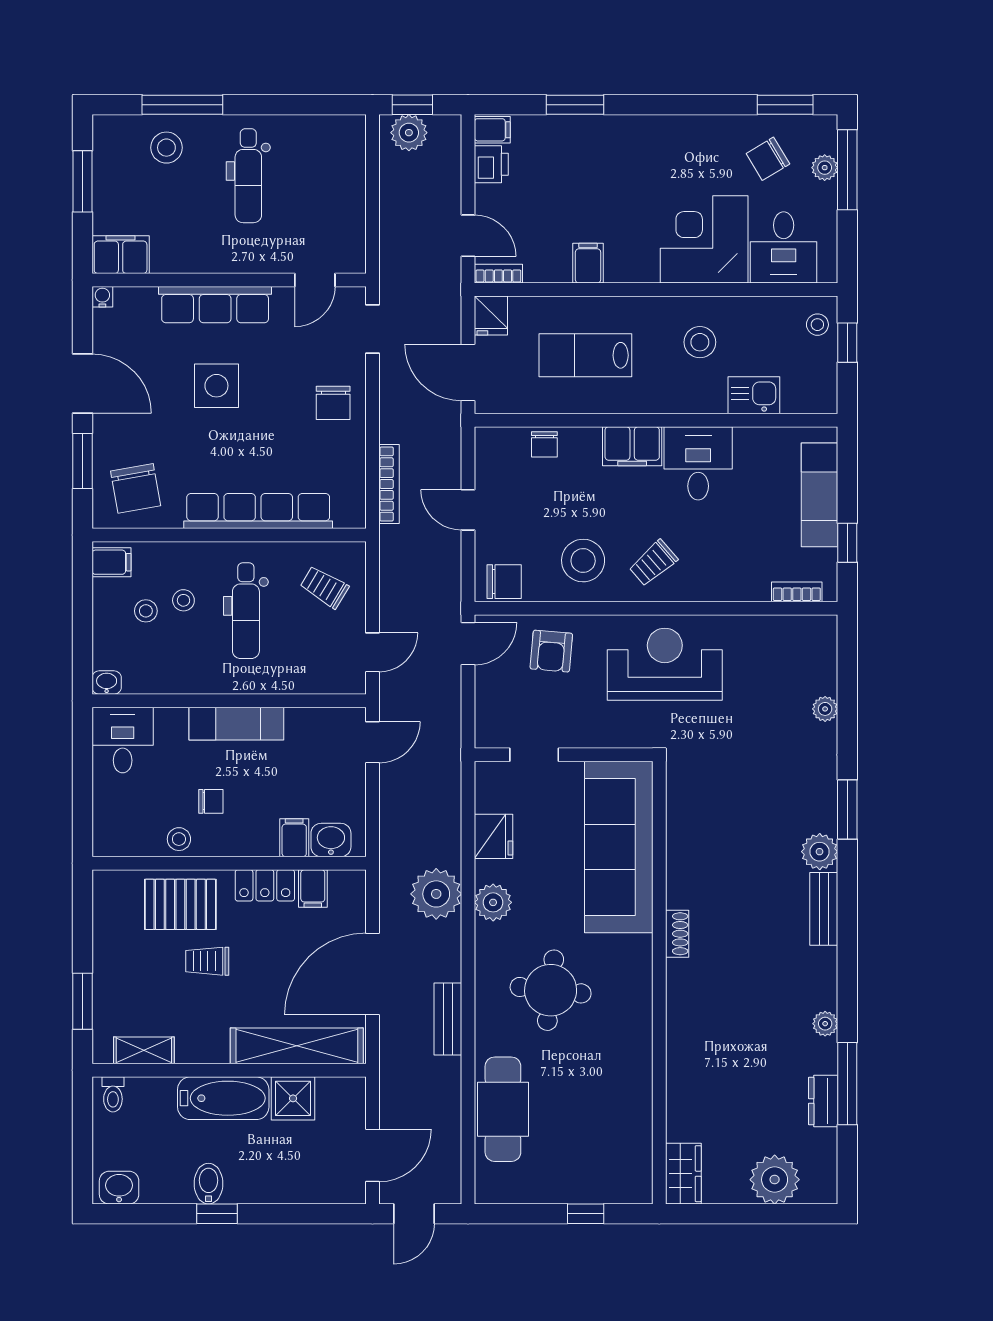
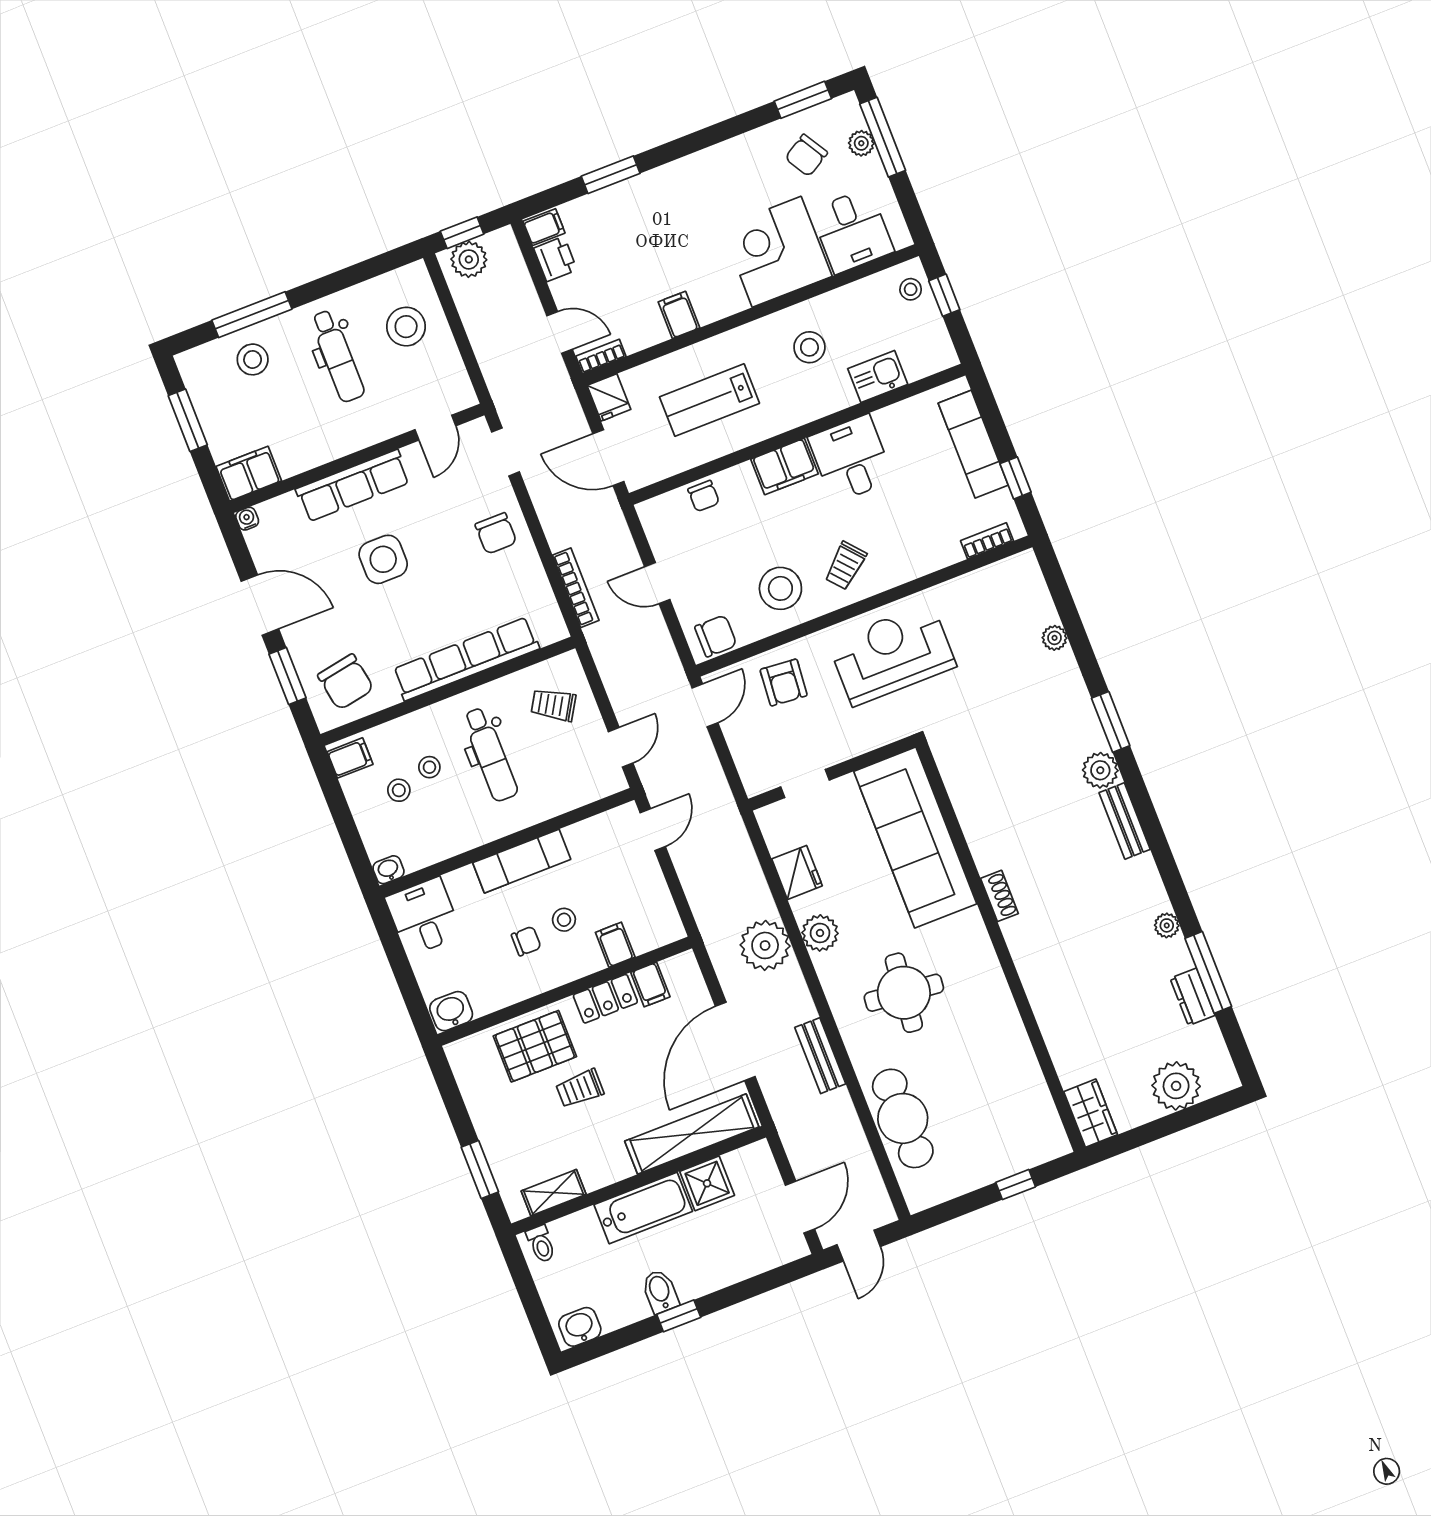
stool: (324, 173) -> (406, 327), added
stool: (179, 839) -> (564, 920), moved
washbasin: (331, 840) -> (451, 1011), moved

